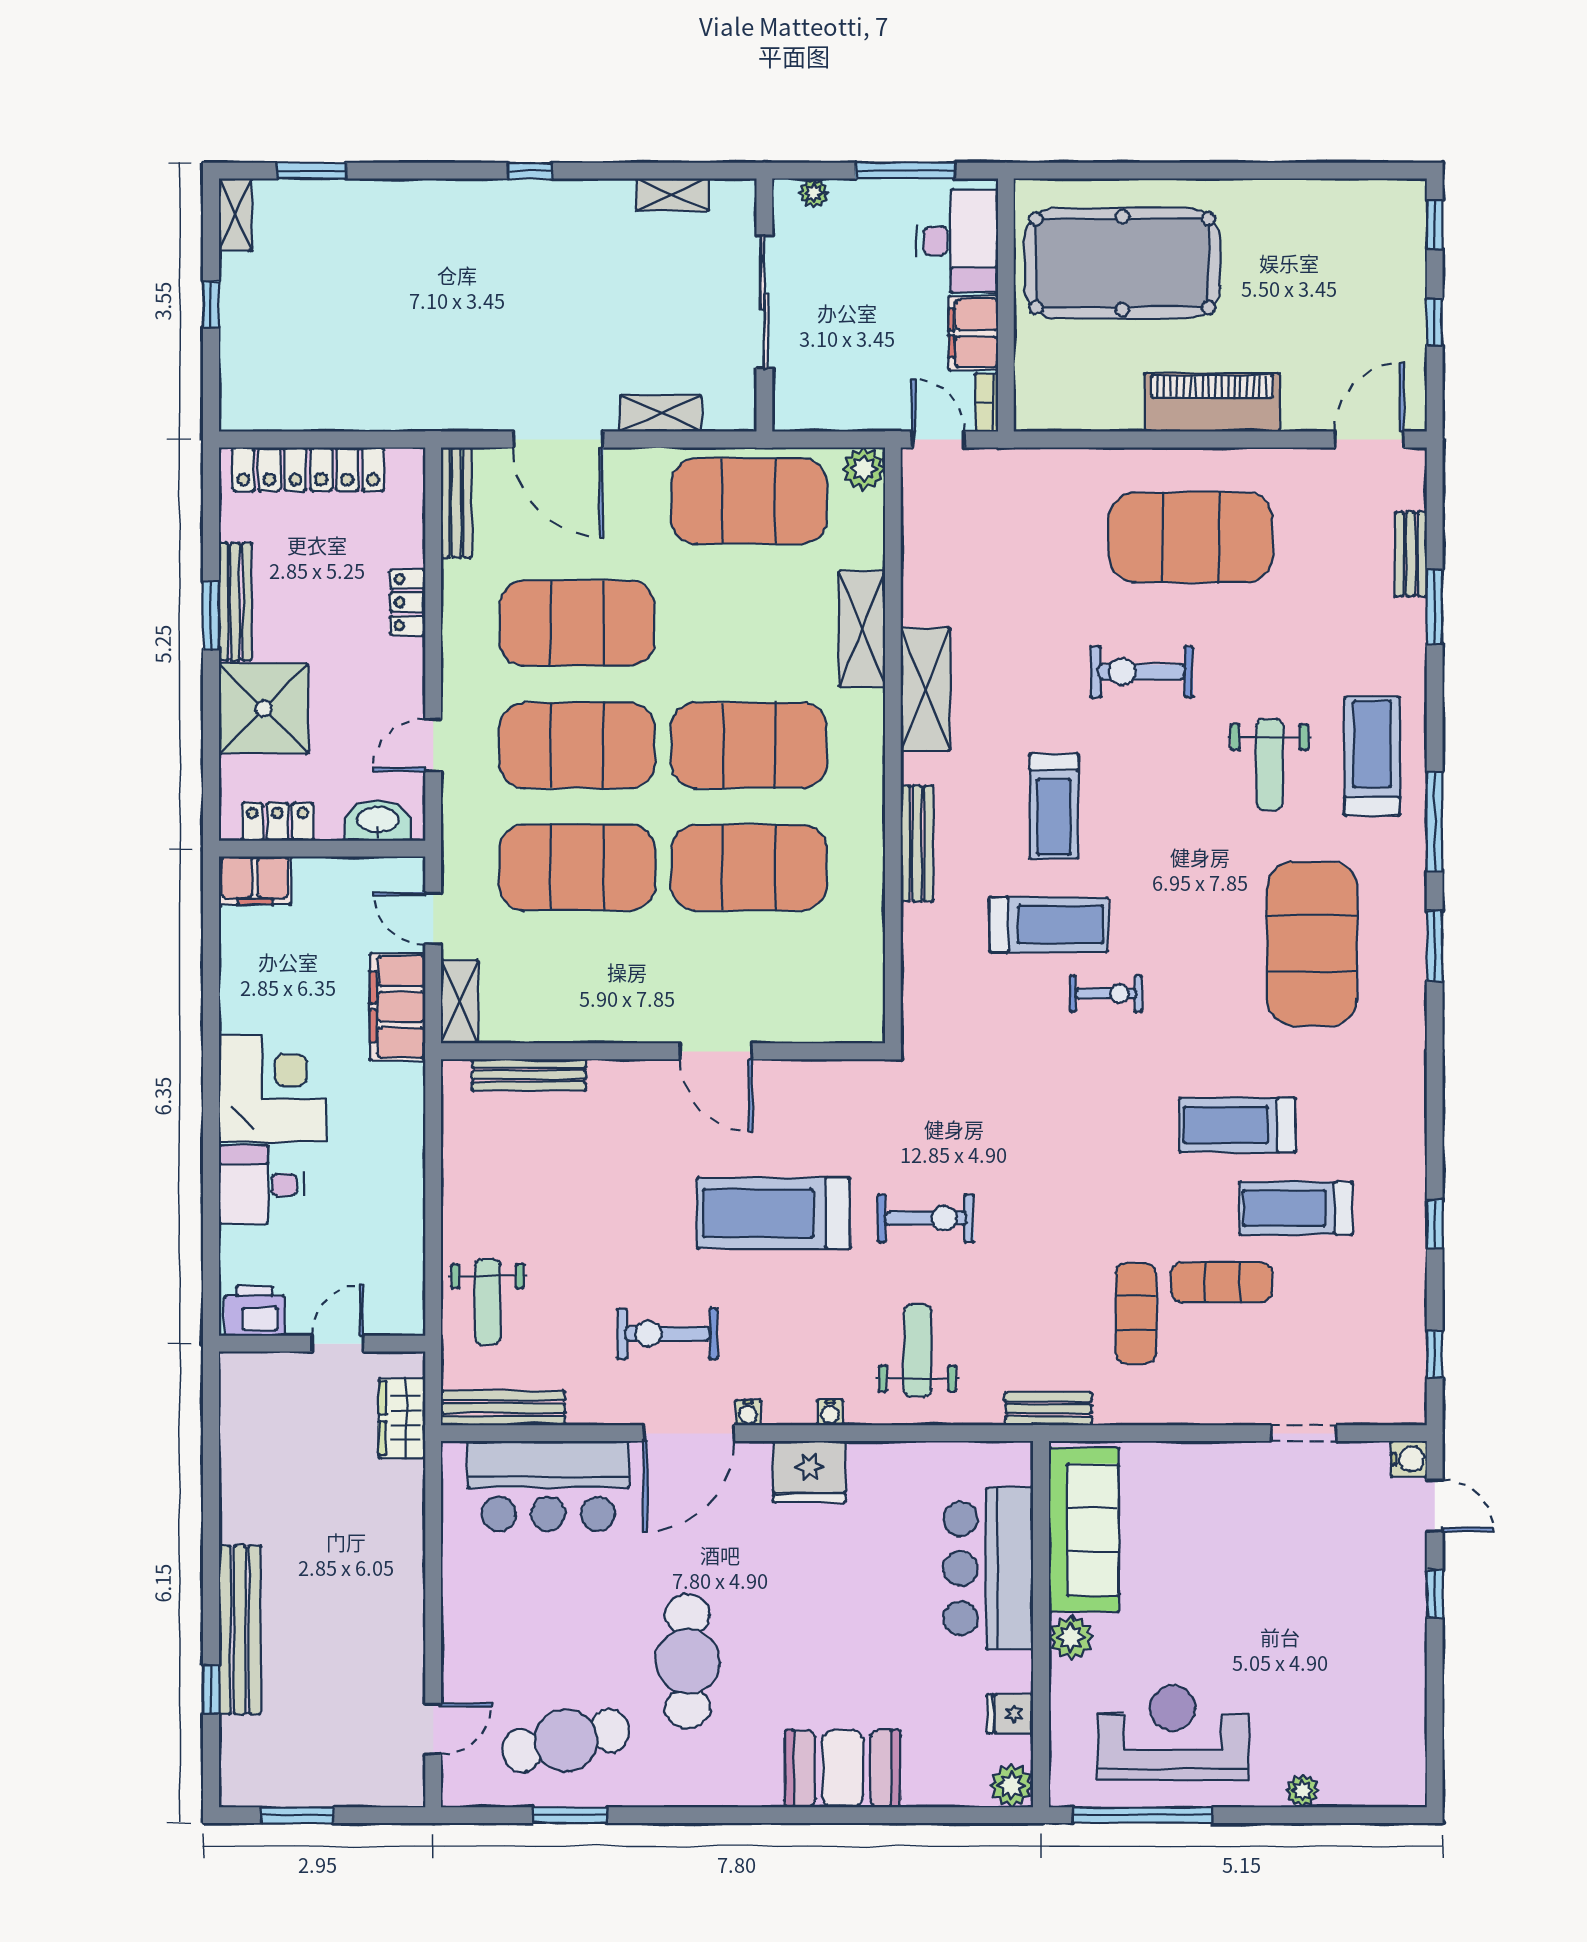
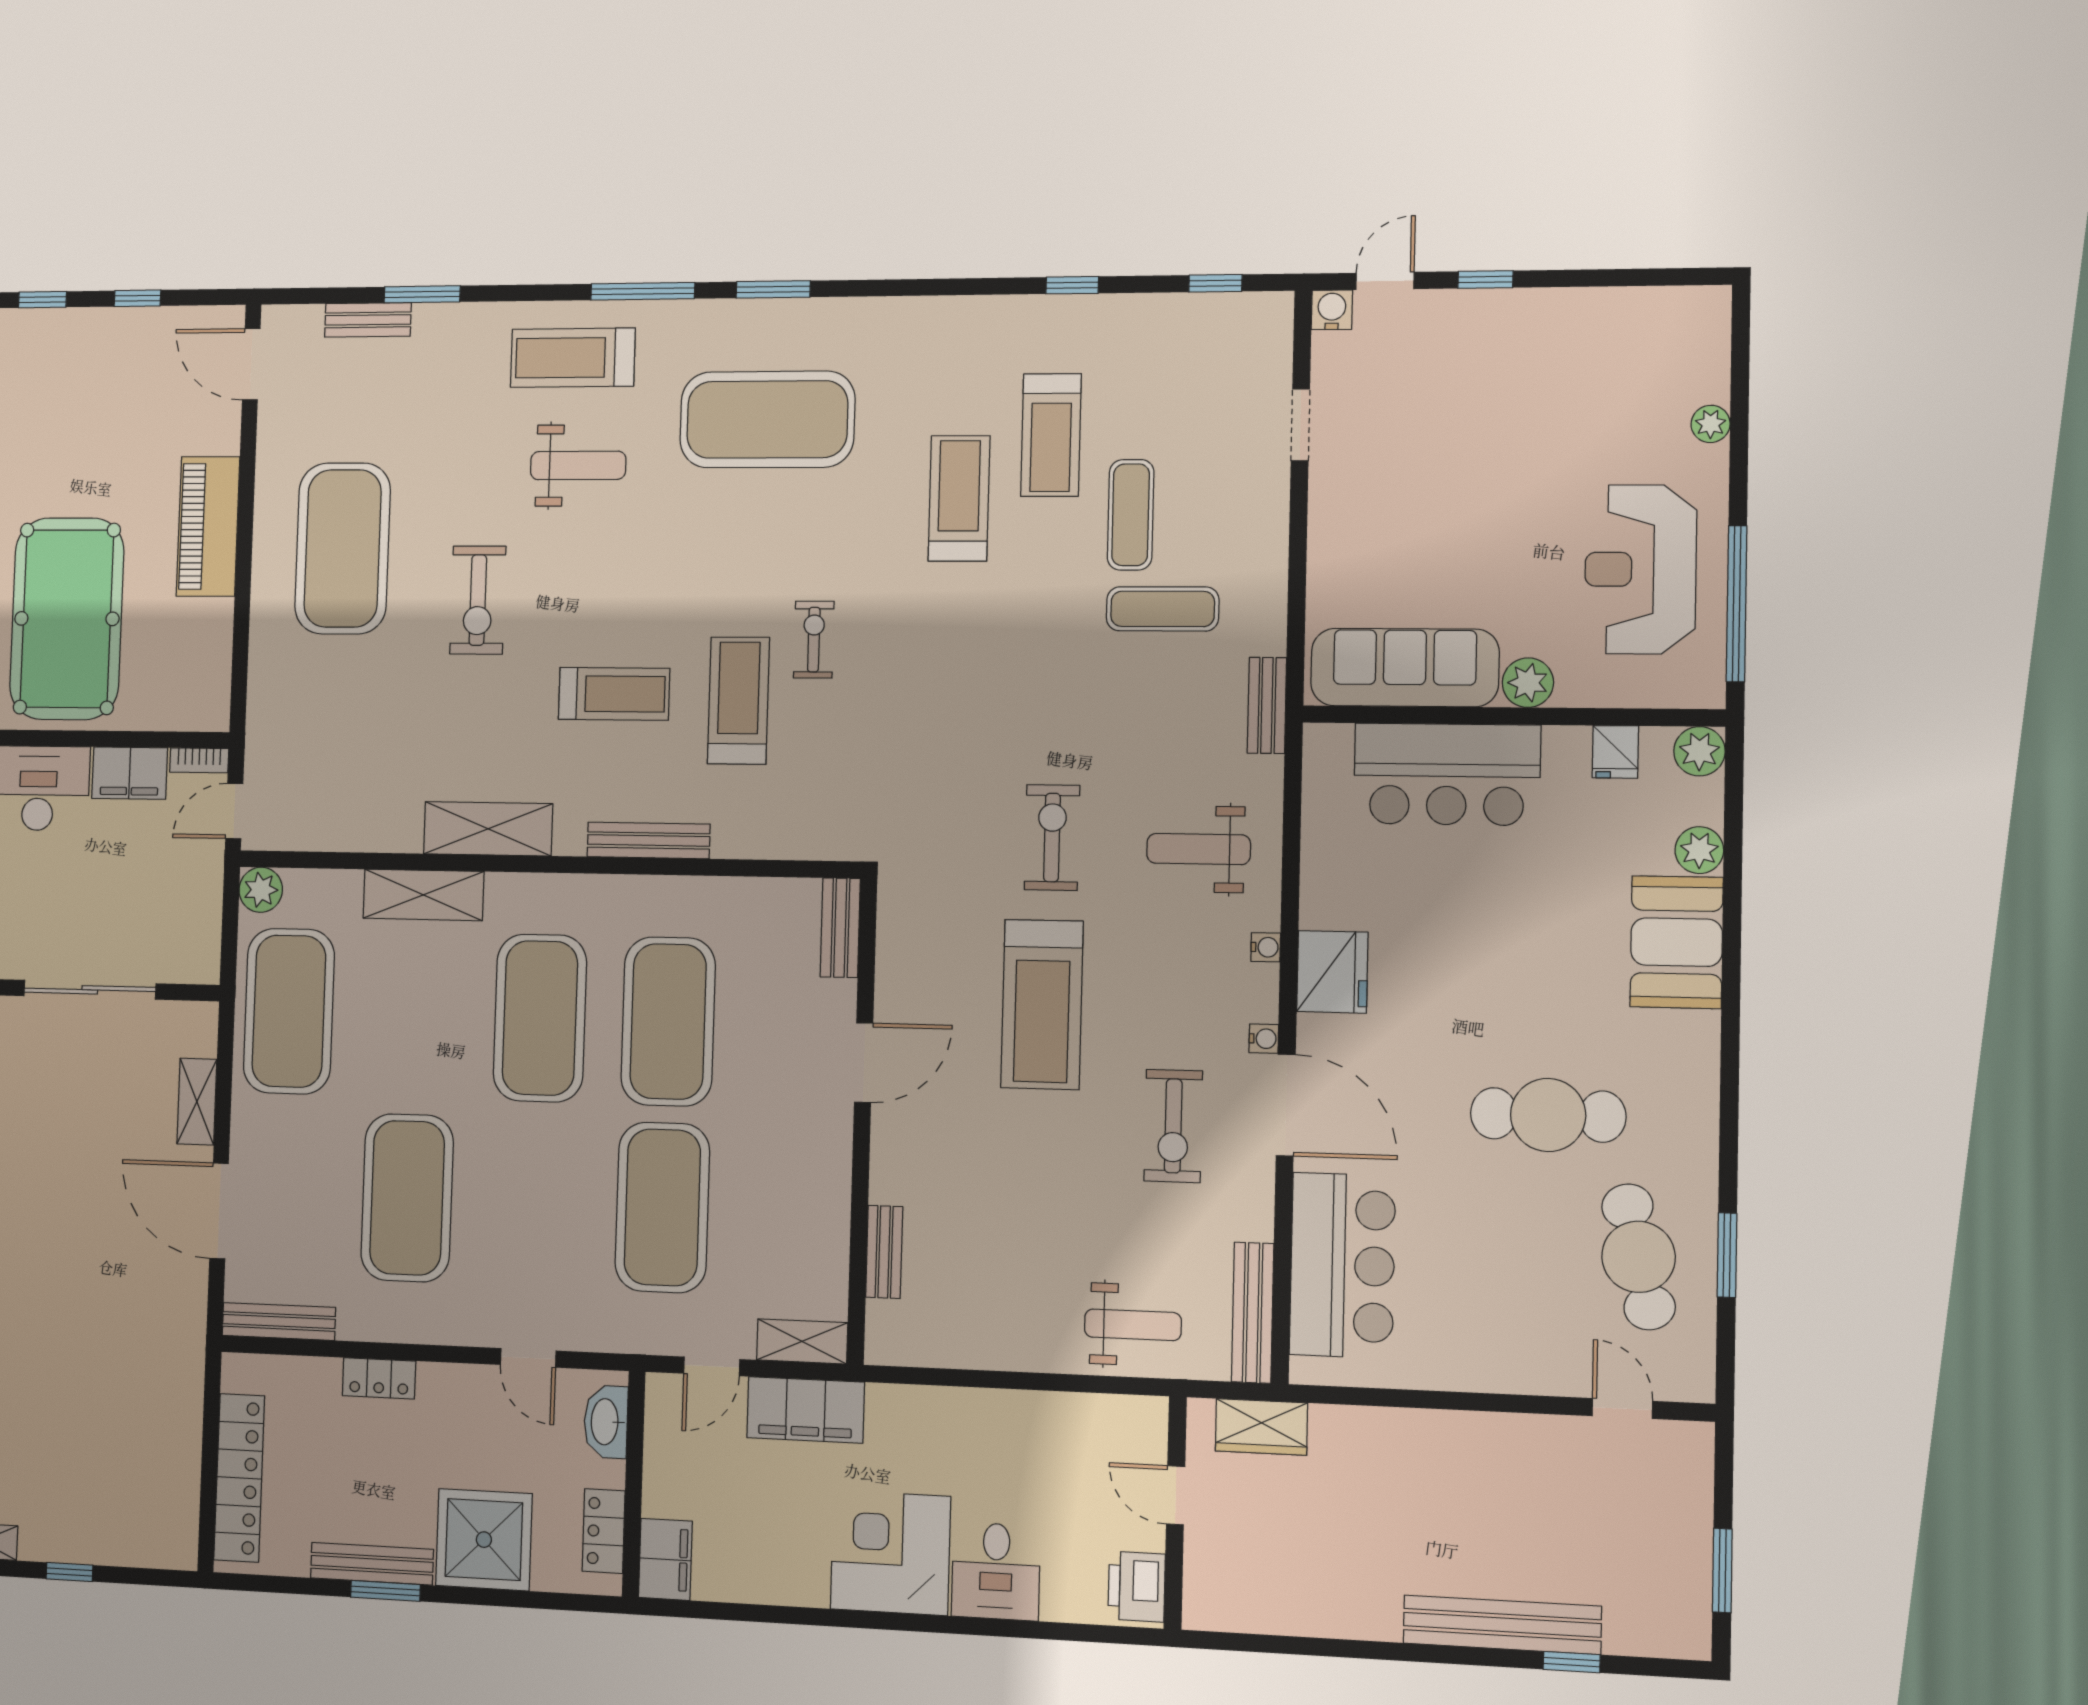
door: (558, 439) -> (219, 1211), swing flipped
exercise mat: (577, 745) -> (534, 1203), removed
bench: (839, 1026) -> (840, 928), added
bench: (529, 1075) -> (884, 1252), width x0.73
treadmill: (1237, 1125) -> (959, 498), turned 180
plant: (924, 1787) -> (1699, 850), added

